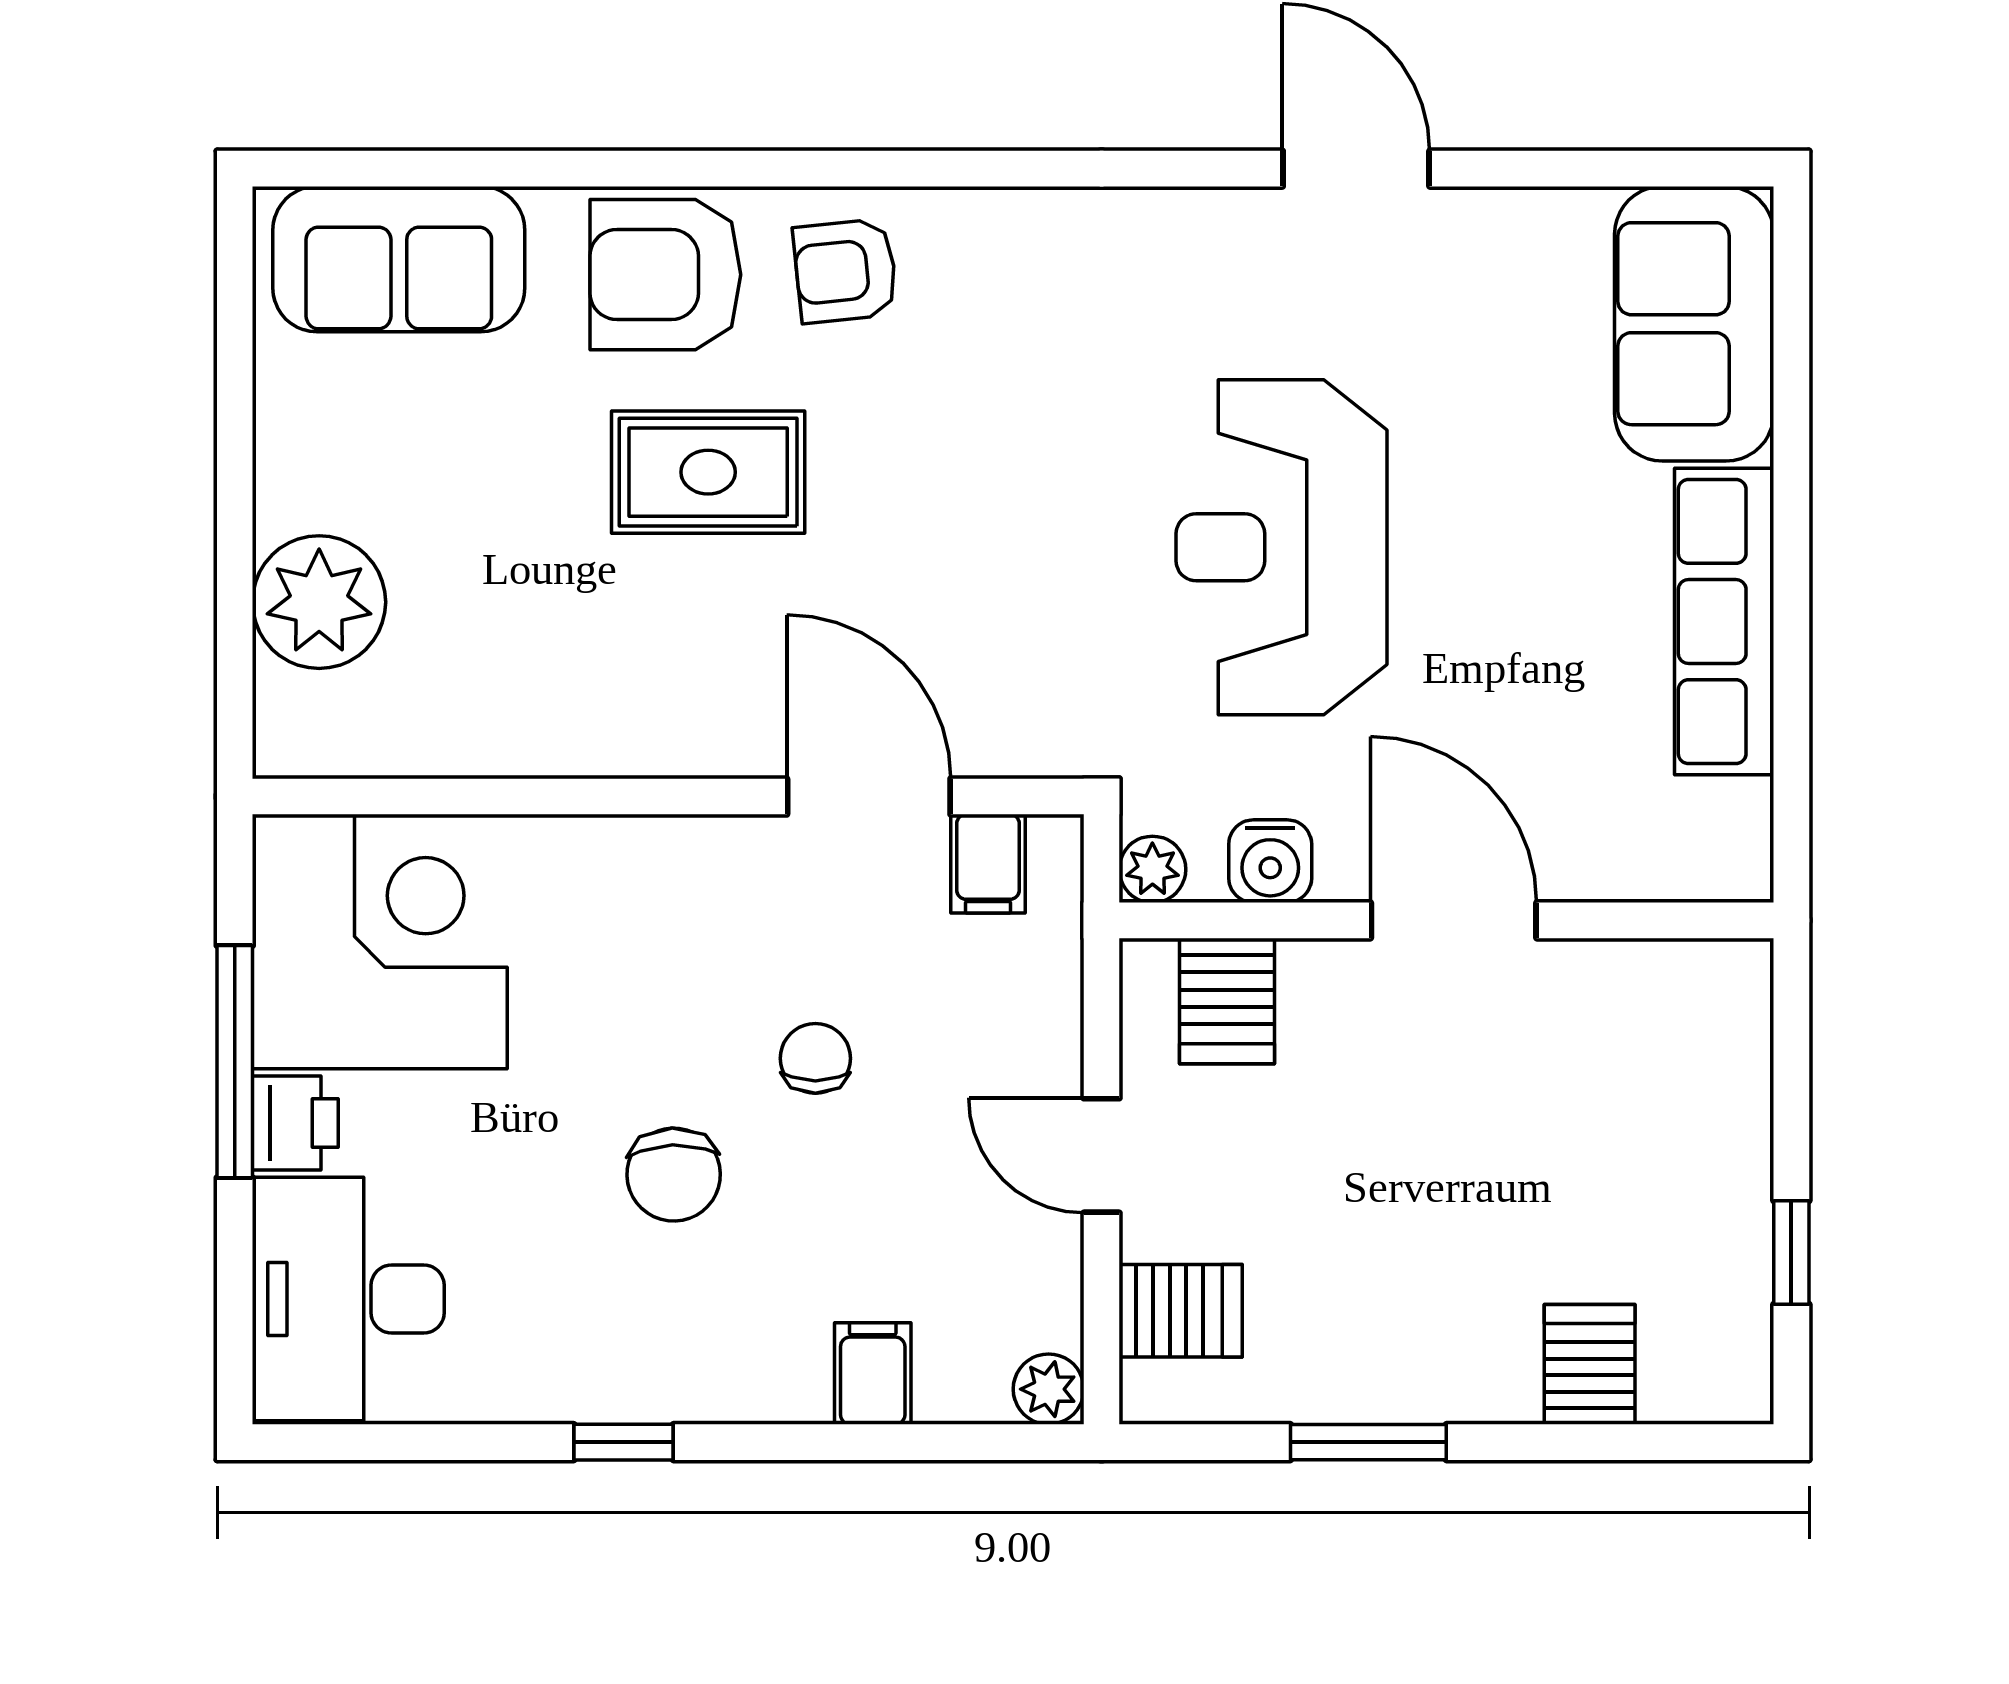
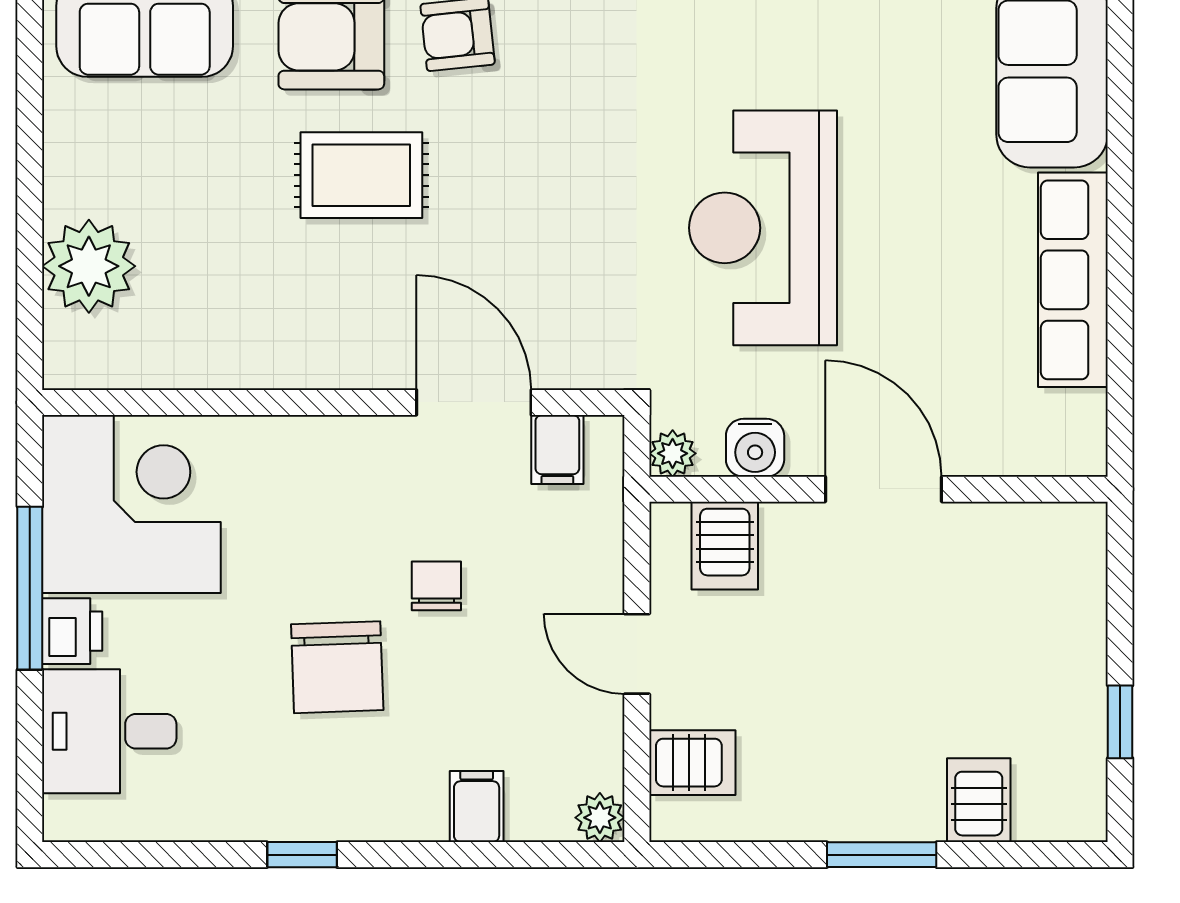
chair: (674, 1175) -> (337, 667), width x1.37, depth x1.37
desk: (348, 1299) -> (109, 731), width x0.73
window: (1368, 1442) -> (882, 855), moved

